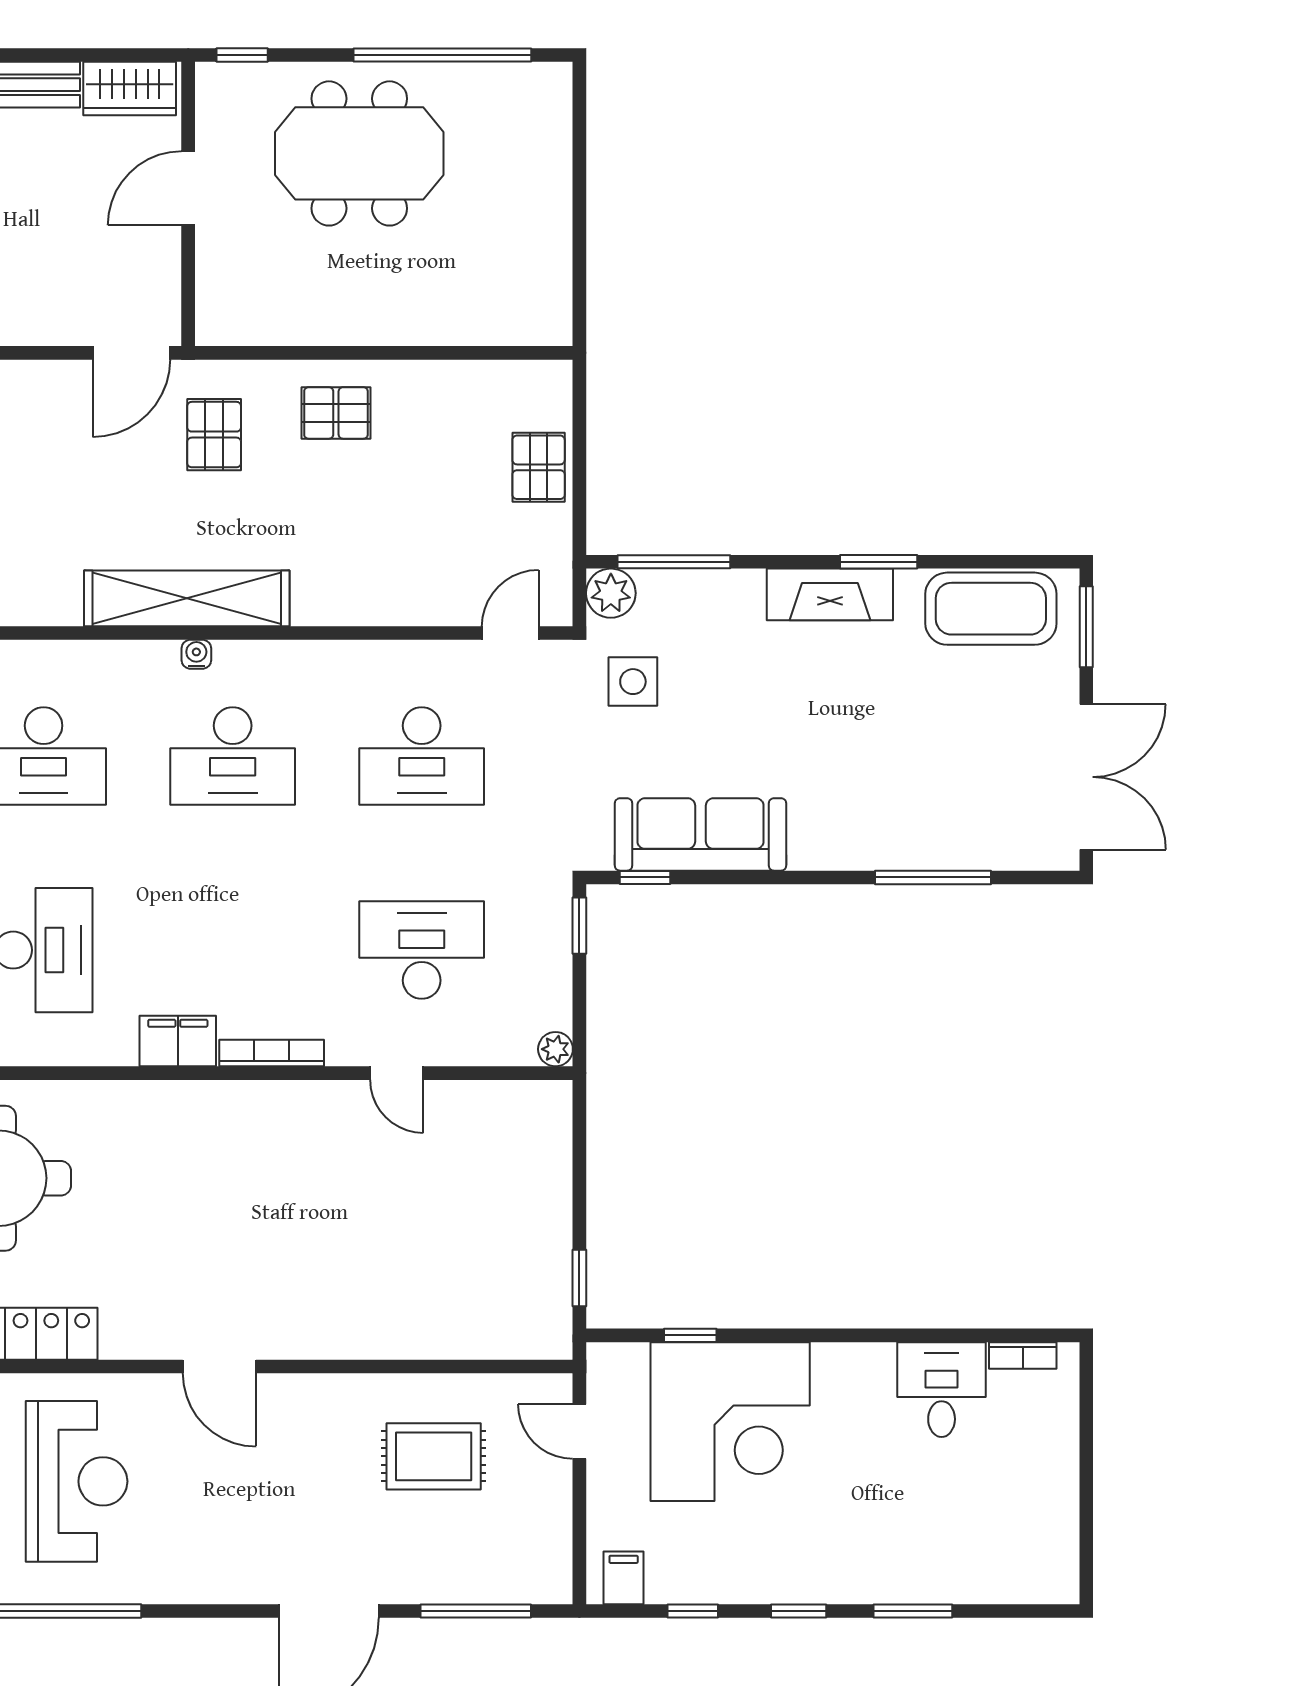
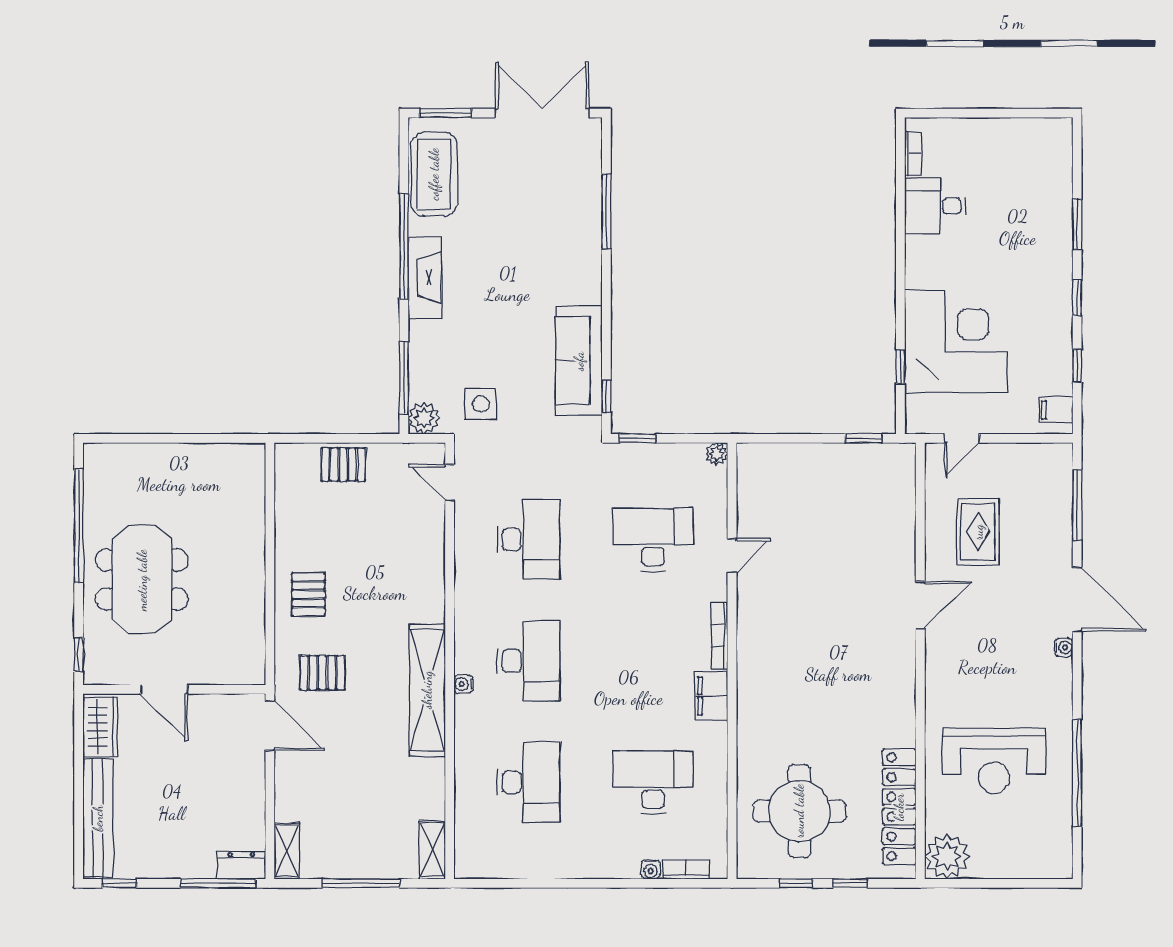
window: (879, 562) -> (404, 246), width x2.11
desk: (422, 950) -> (653, 539), turned 90
door: (219, 1367) -> (920, 605), moved
reception desk: (77, 1481) -> (994, 761), turned 180
water cooler: (254, 1590) -> (1064, 647), added

